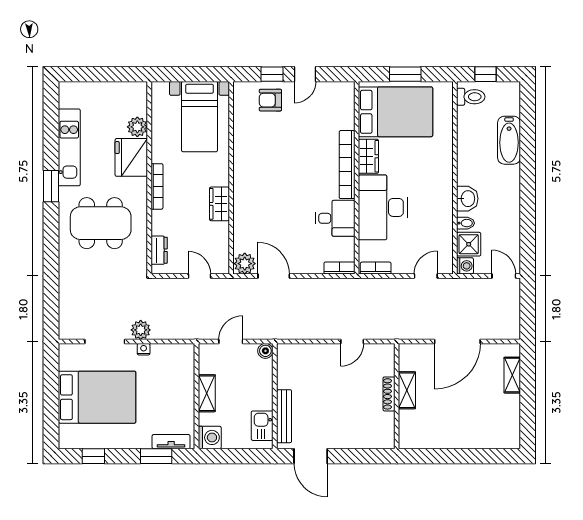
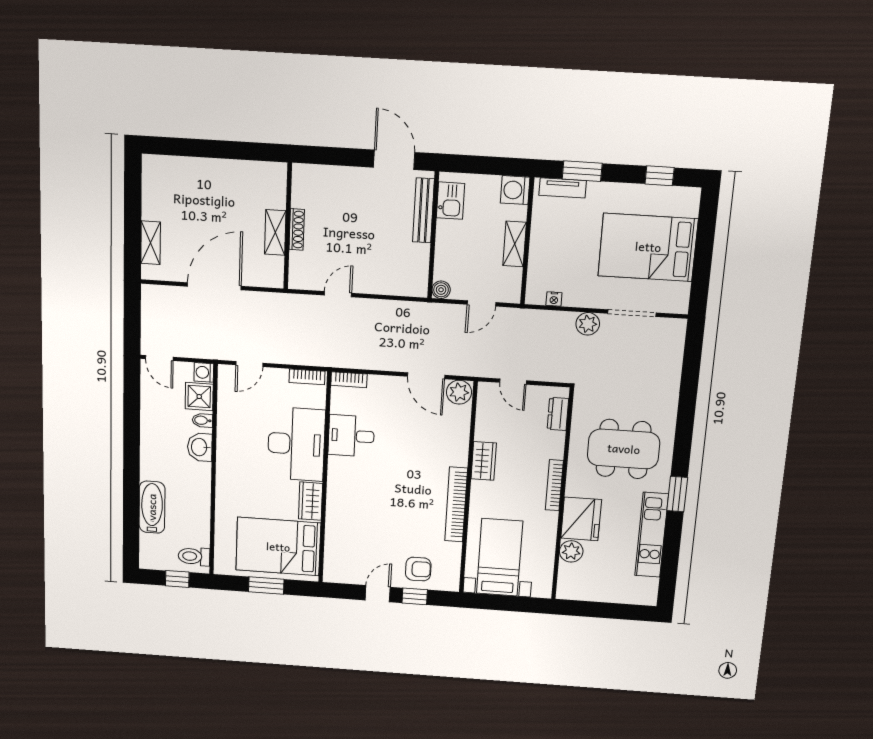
bookcase: (347, 165) -> (456, 505), moved, turned 180
nightstand: (144, 349) -> (554, 299), moved

